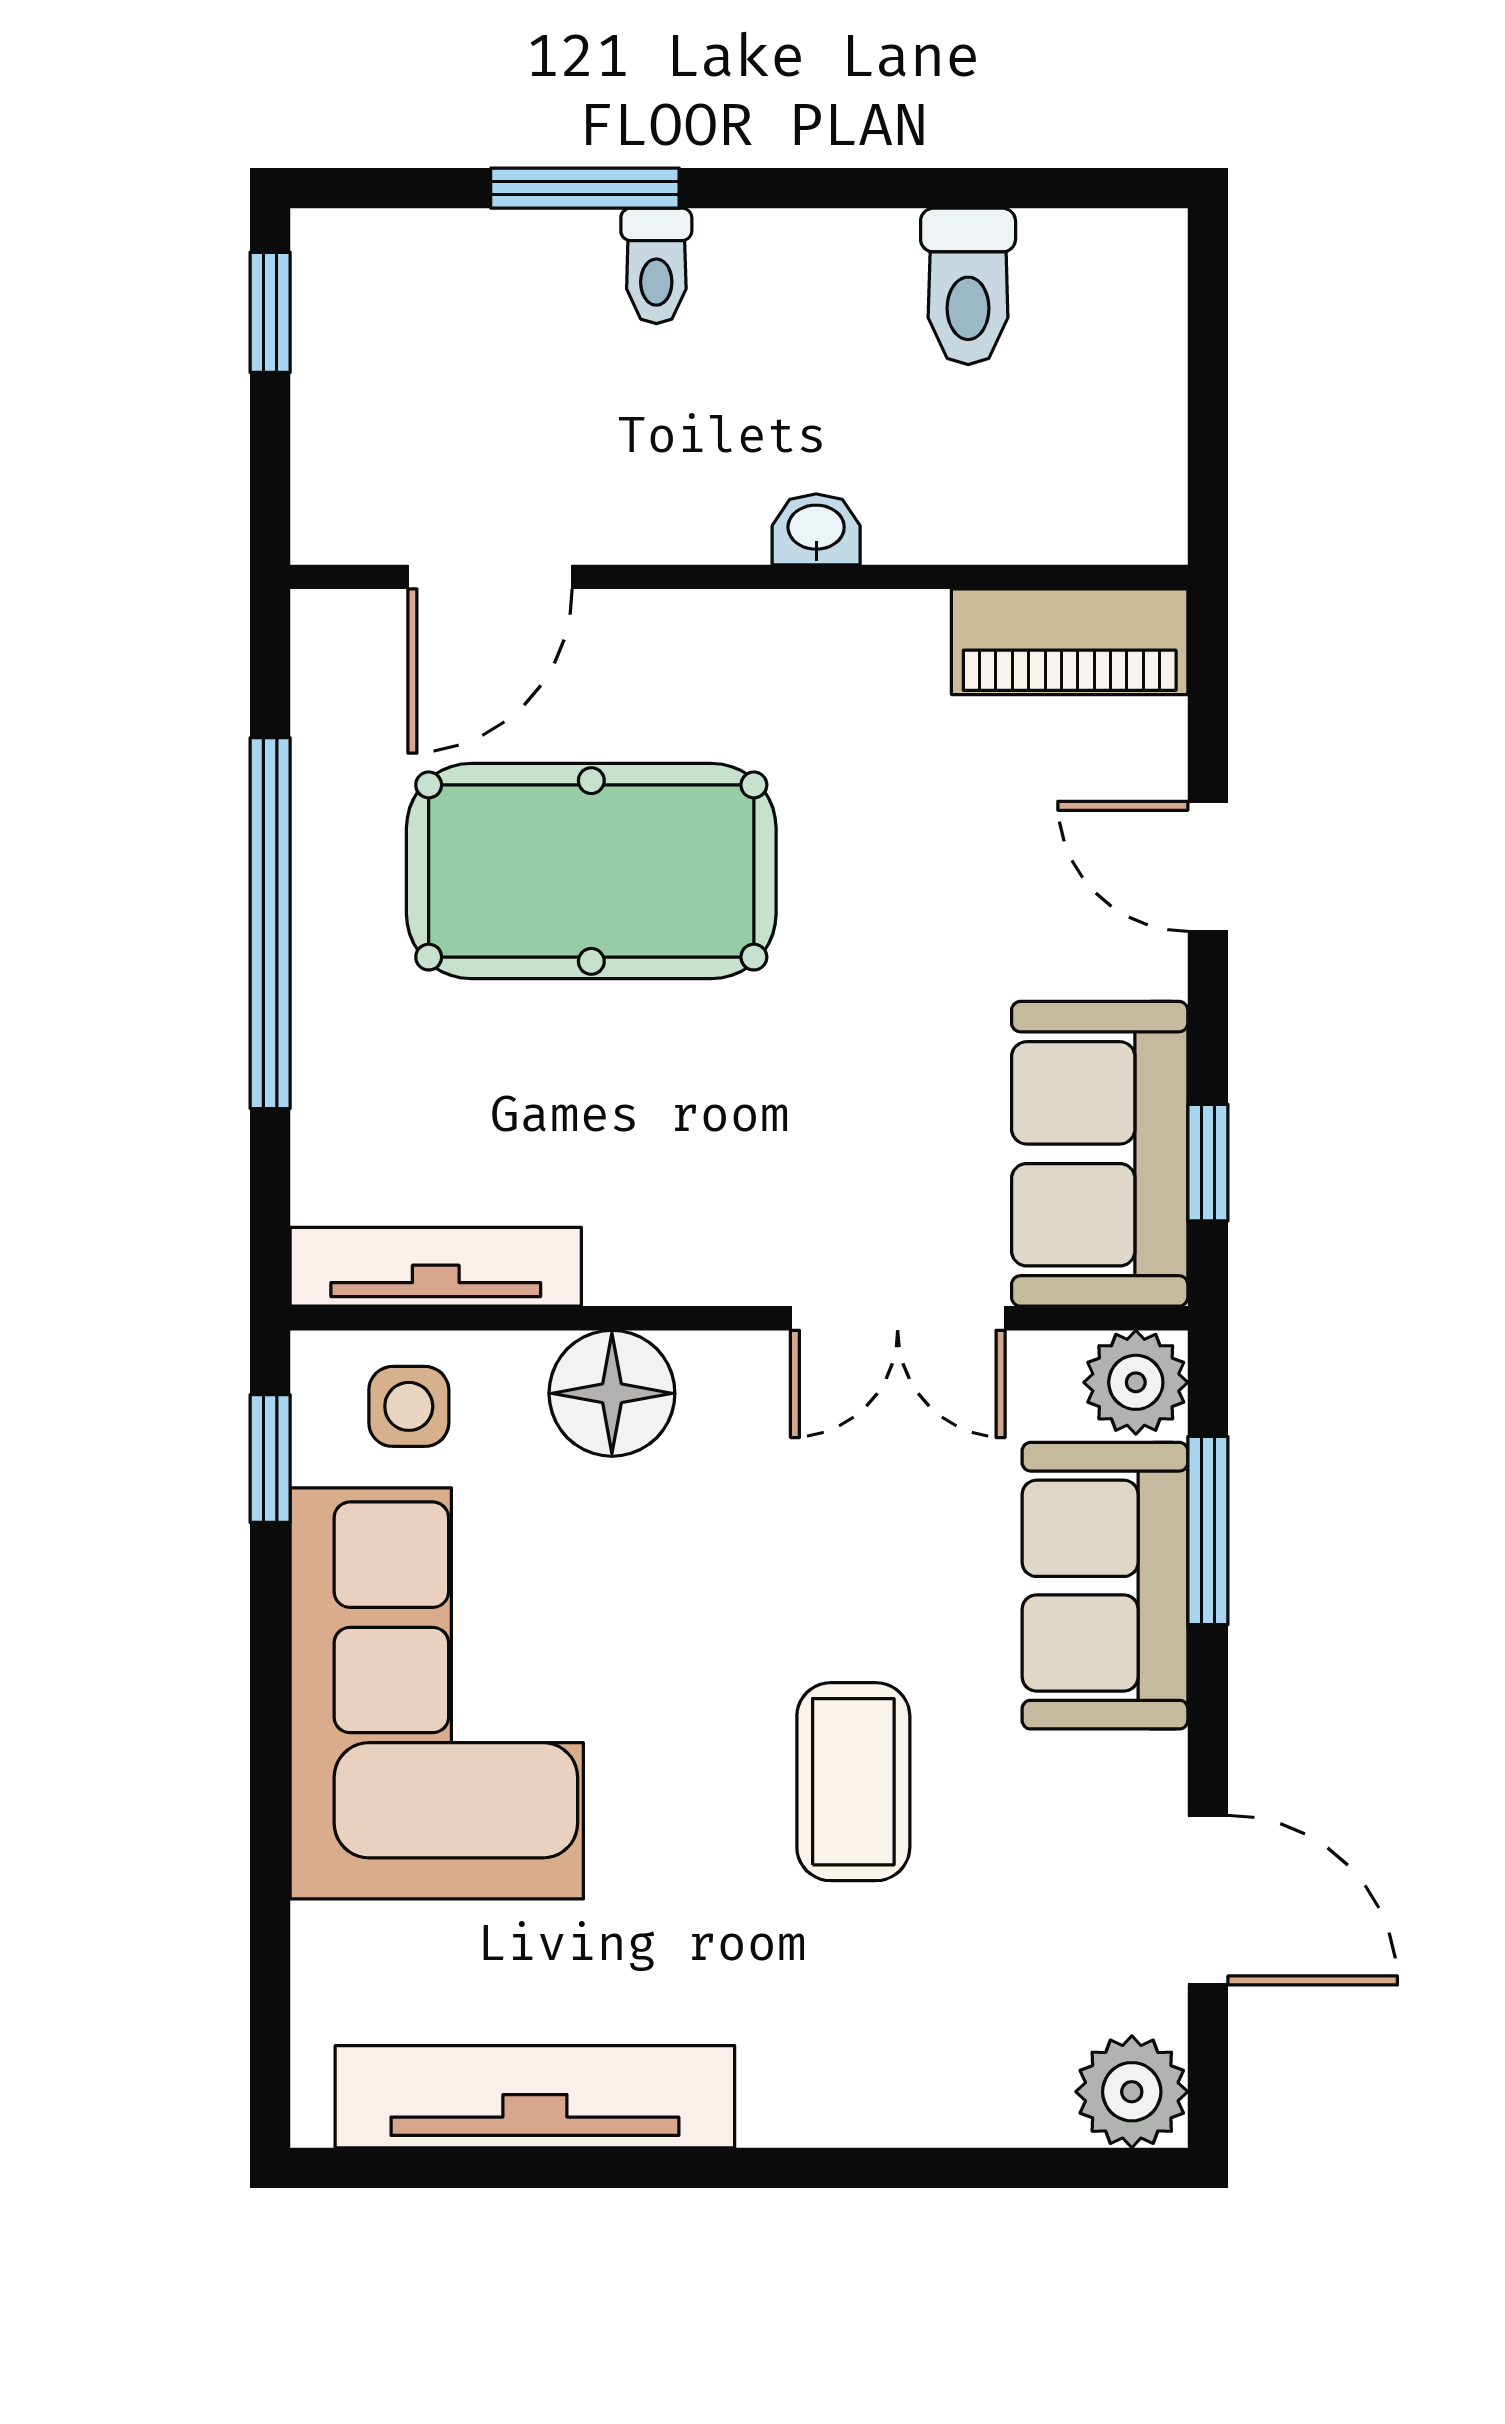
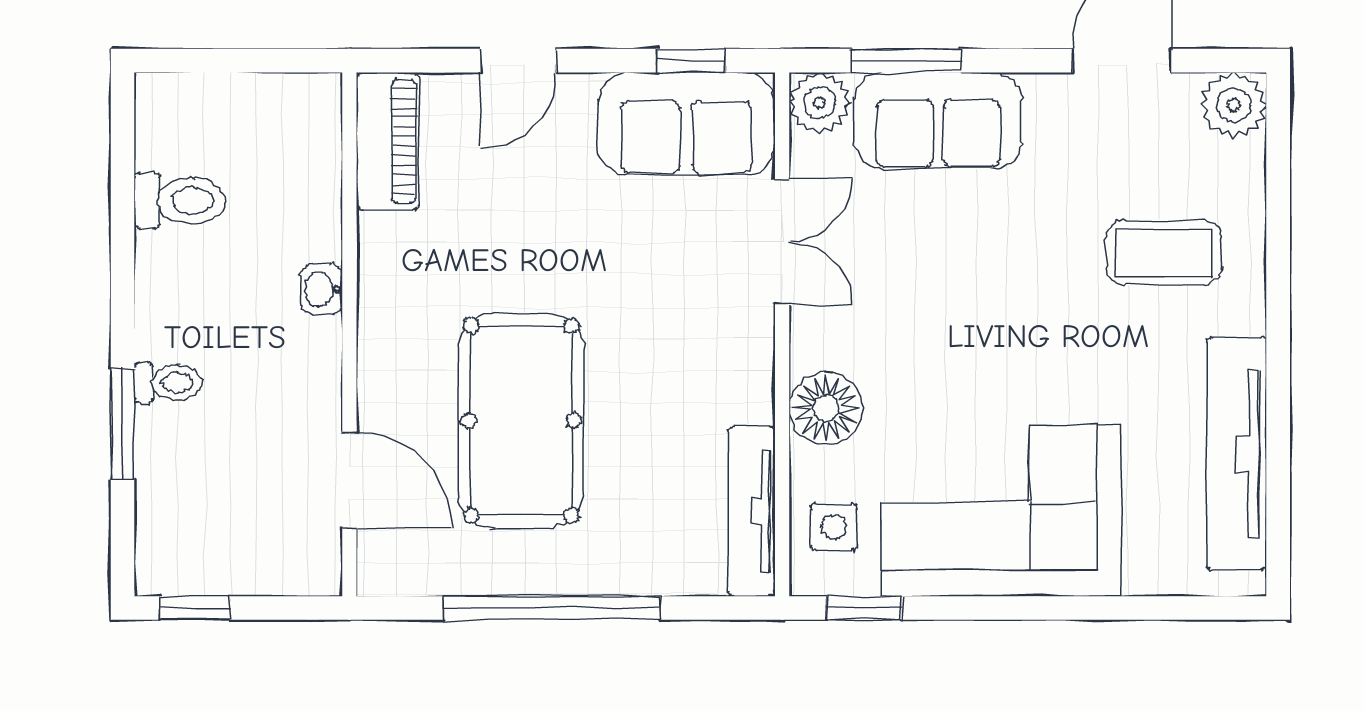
coffee table: (853, 1782) -> (1164, 252), moved

